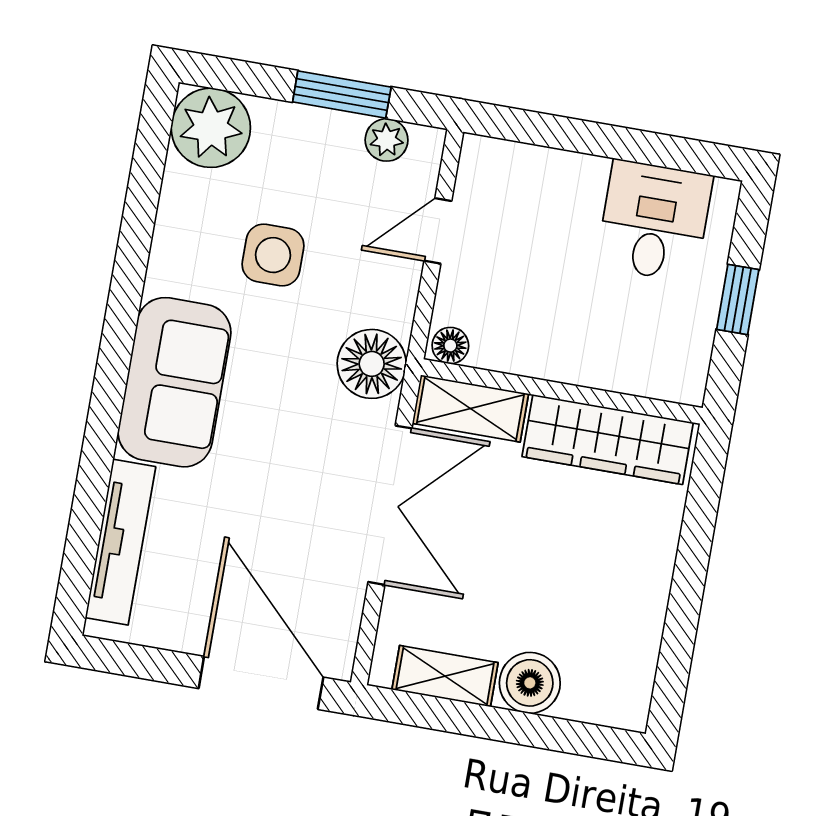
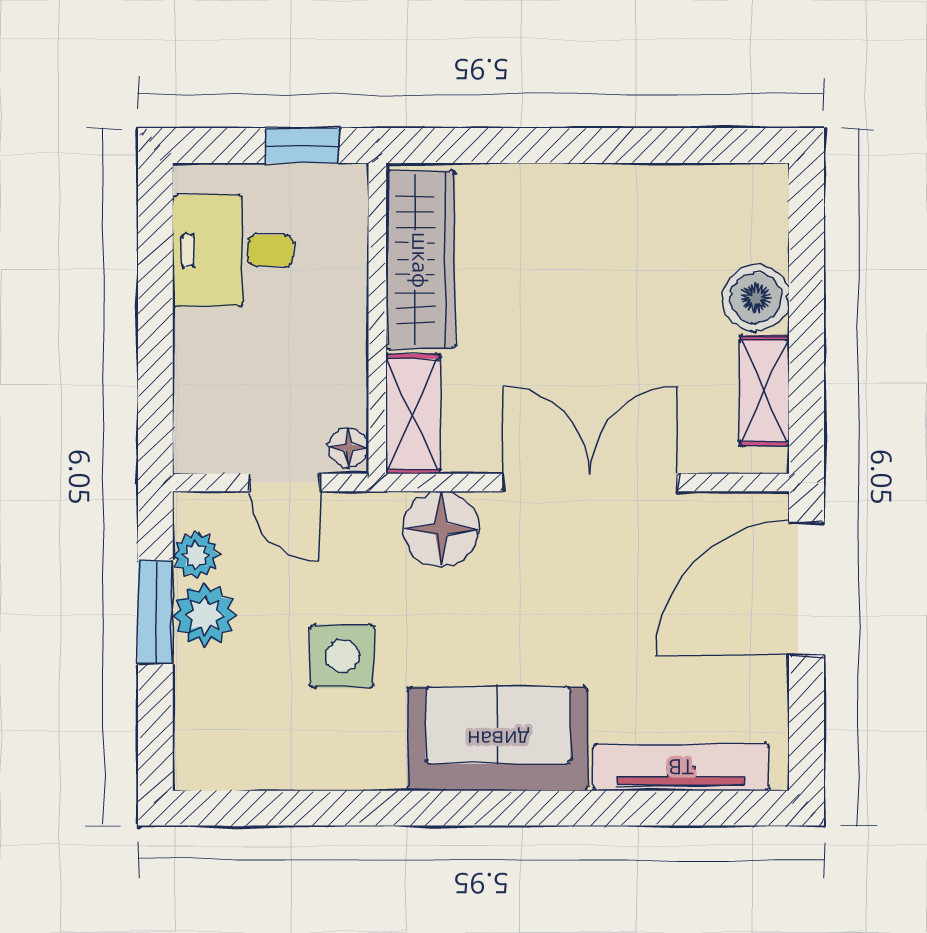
plant: (211, 128) -> (205, 615), moved, width x0.73, depth x0.73
floor lamp: (450, 346) -> (349, 447), moved
wall: (562, 391) -> (377, 318), moved
shelving: (470, 409) -> (413, 414), moved
wardrobe: (608, 439) -> (420, 260), moved

